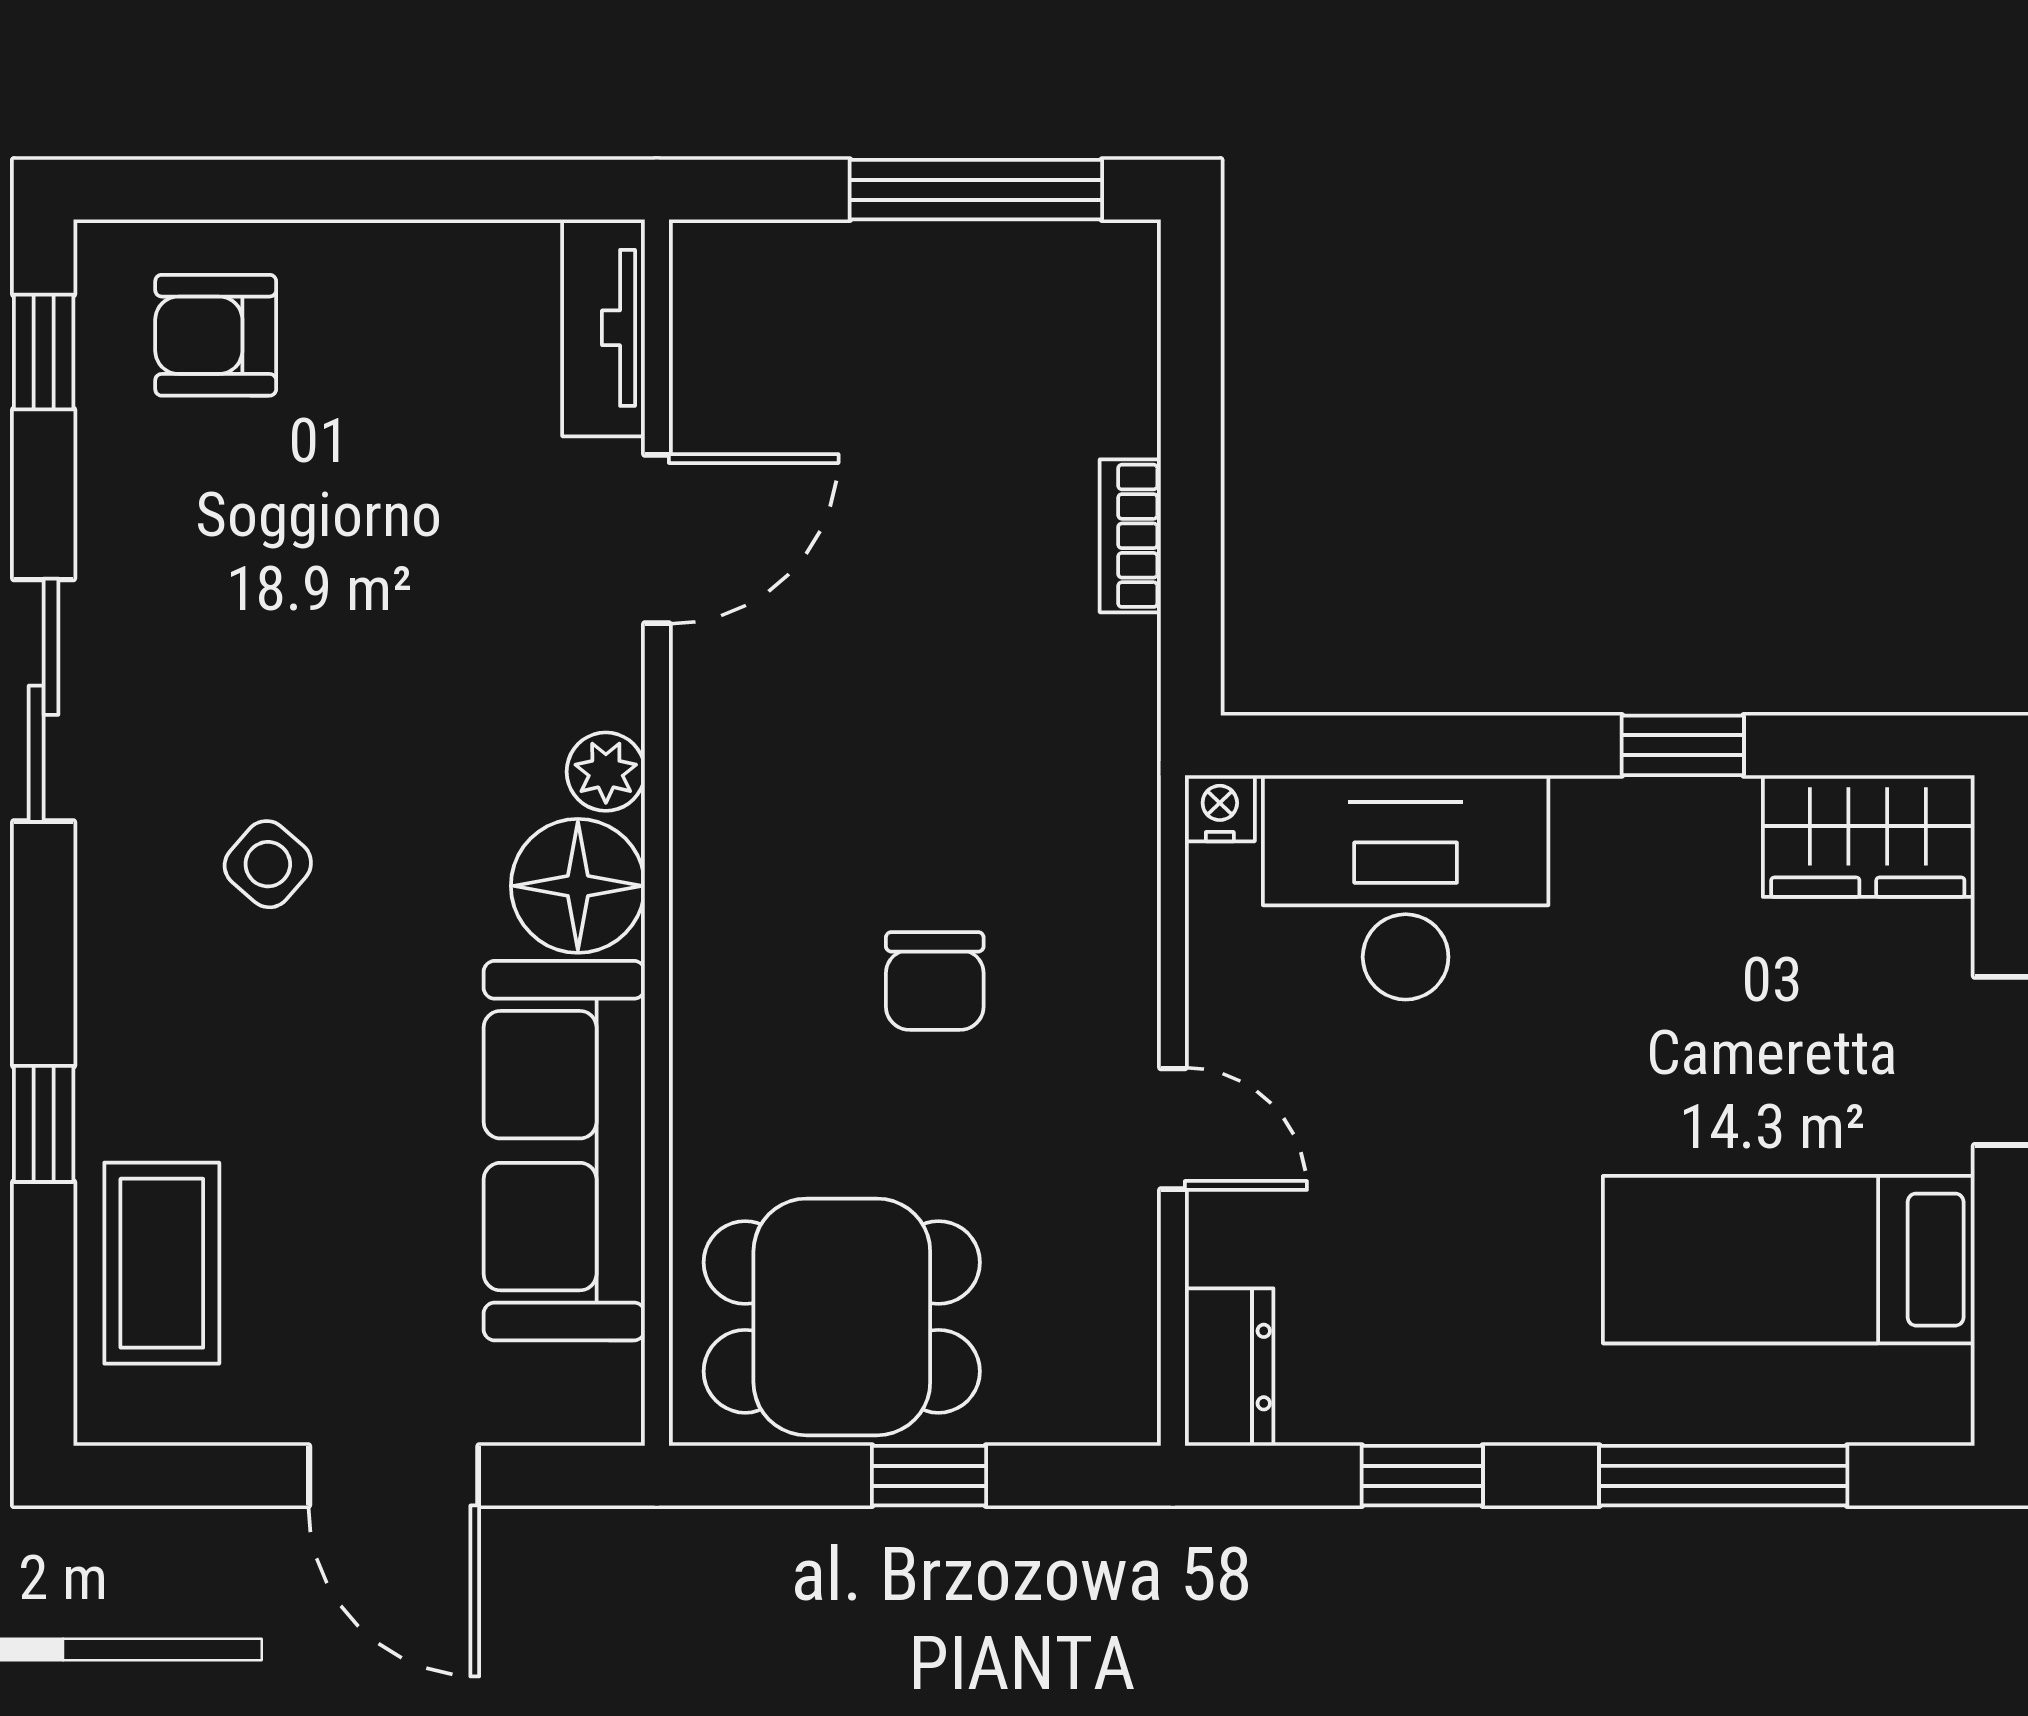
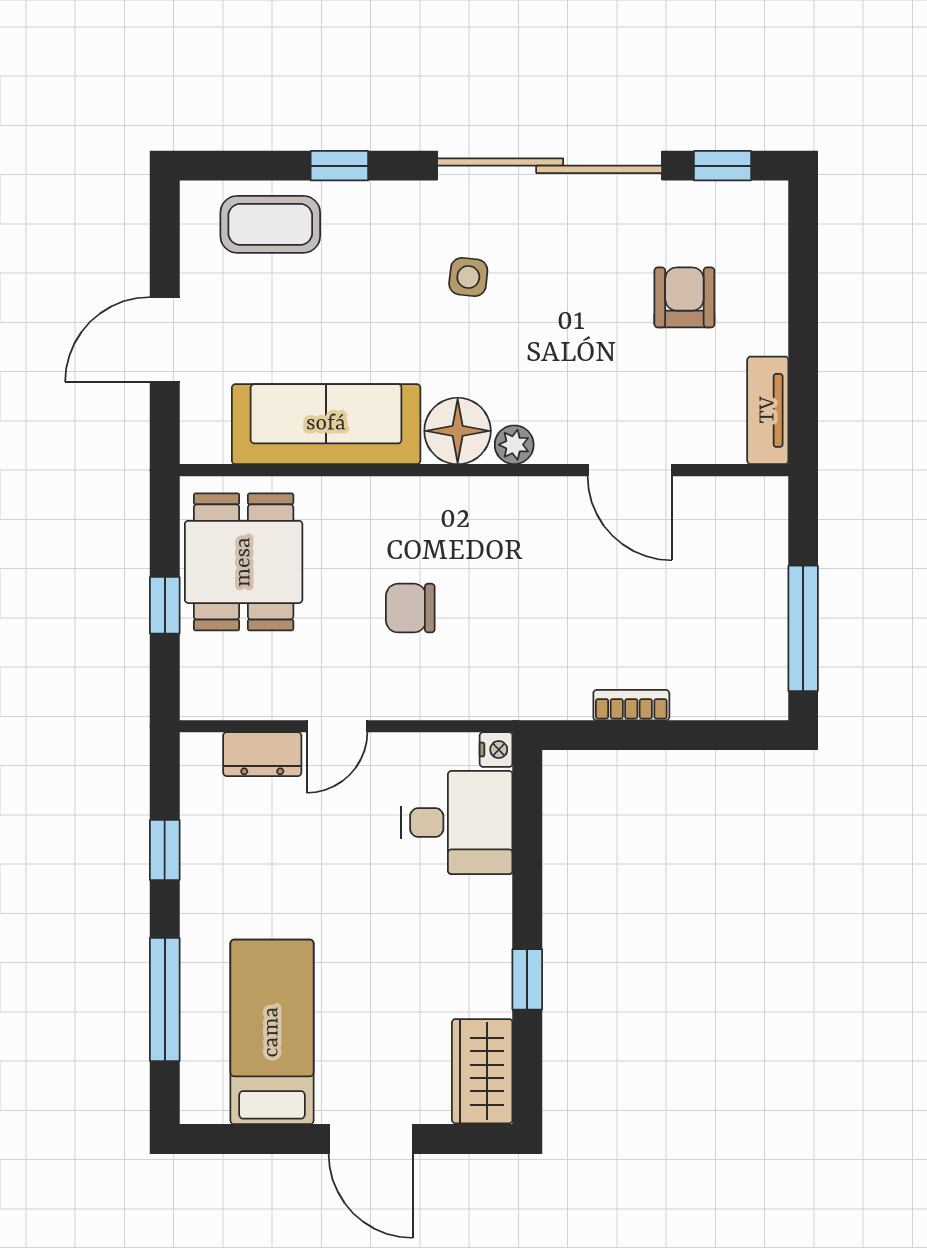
tv unit: (604, 328) -> (768, 410), moved, turned -90
armchair: (216, 335) -> (684, 297), moved
sliding door: (44, 700) -> (550, 166), width x1.86
side table: (268, 864) -> (468, 277), turned -35
desk: (1406, 887) -> (457, 823), width x0.73
dresser: (1229, 1367) -> (262, 754), moved

